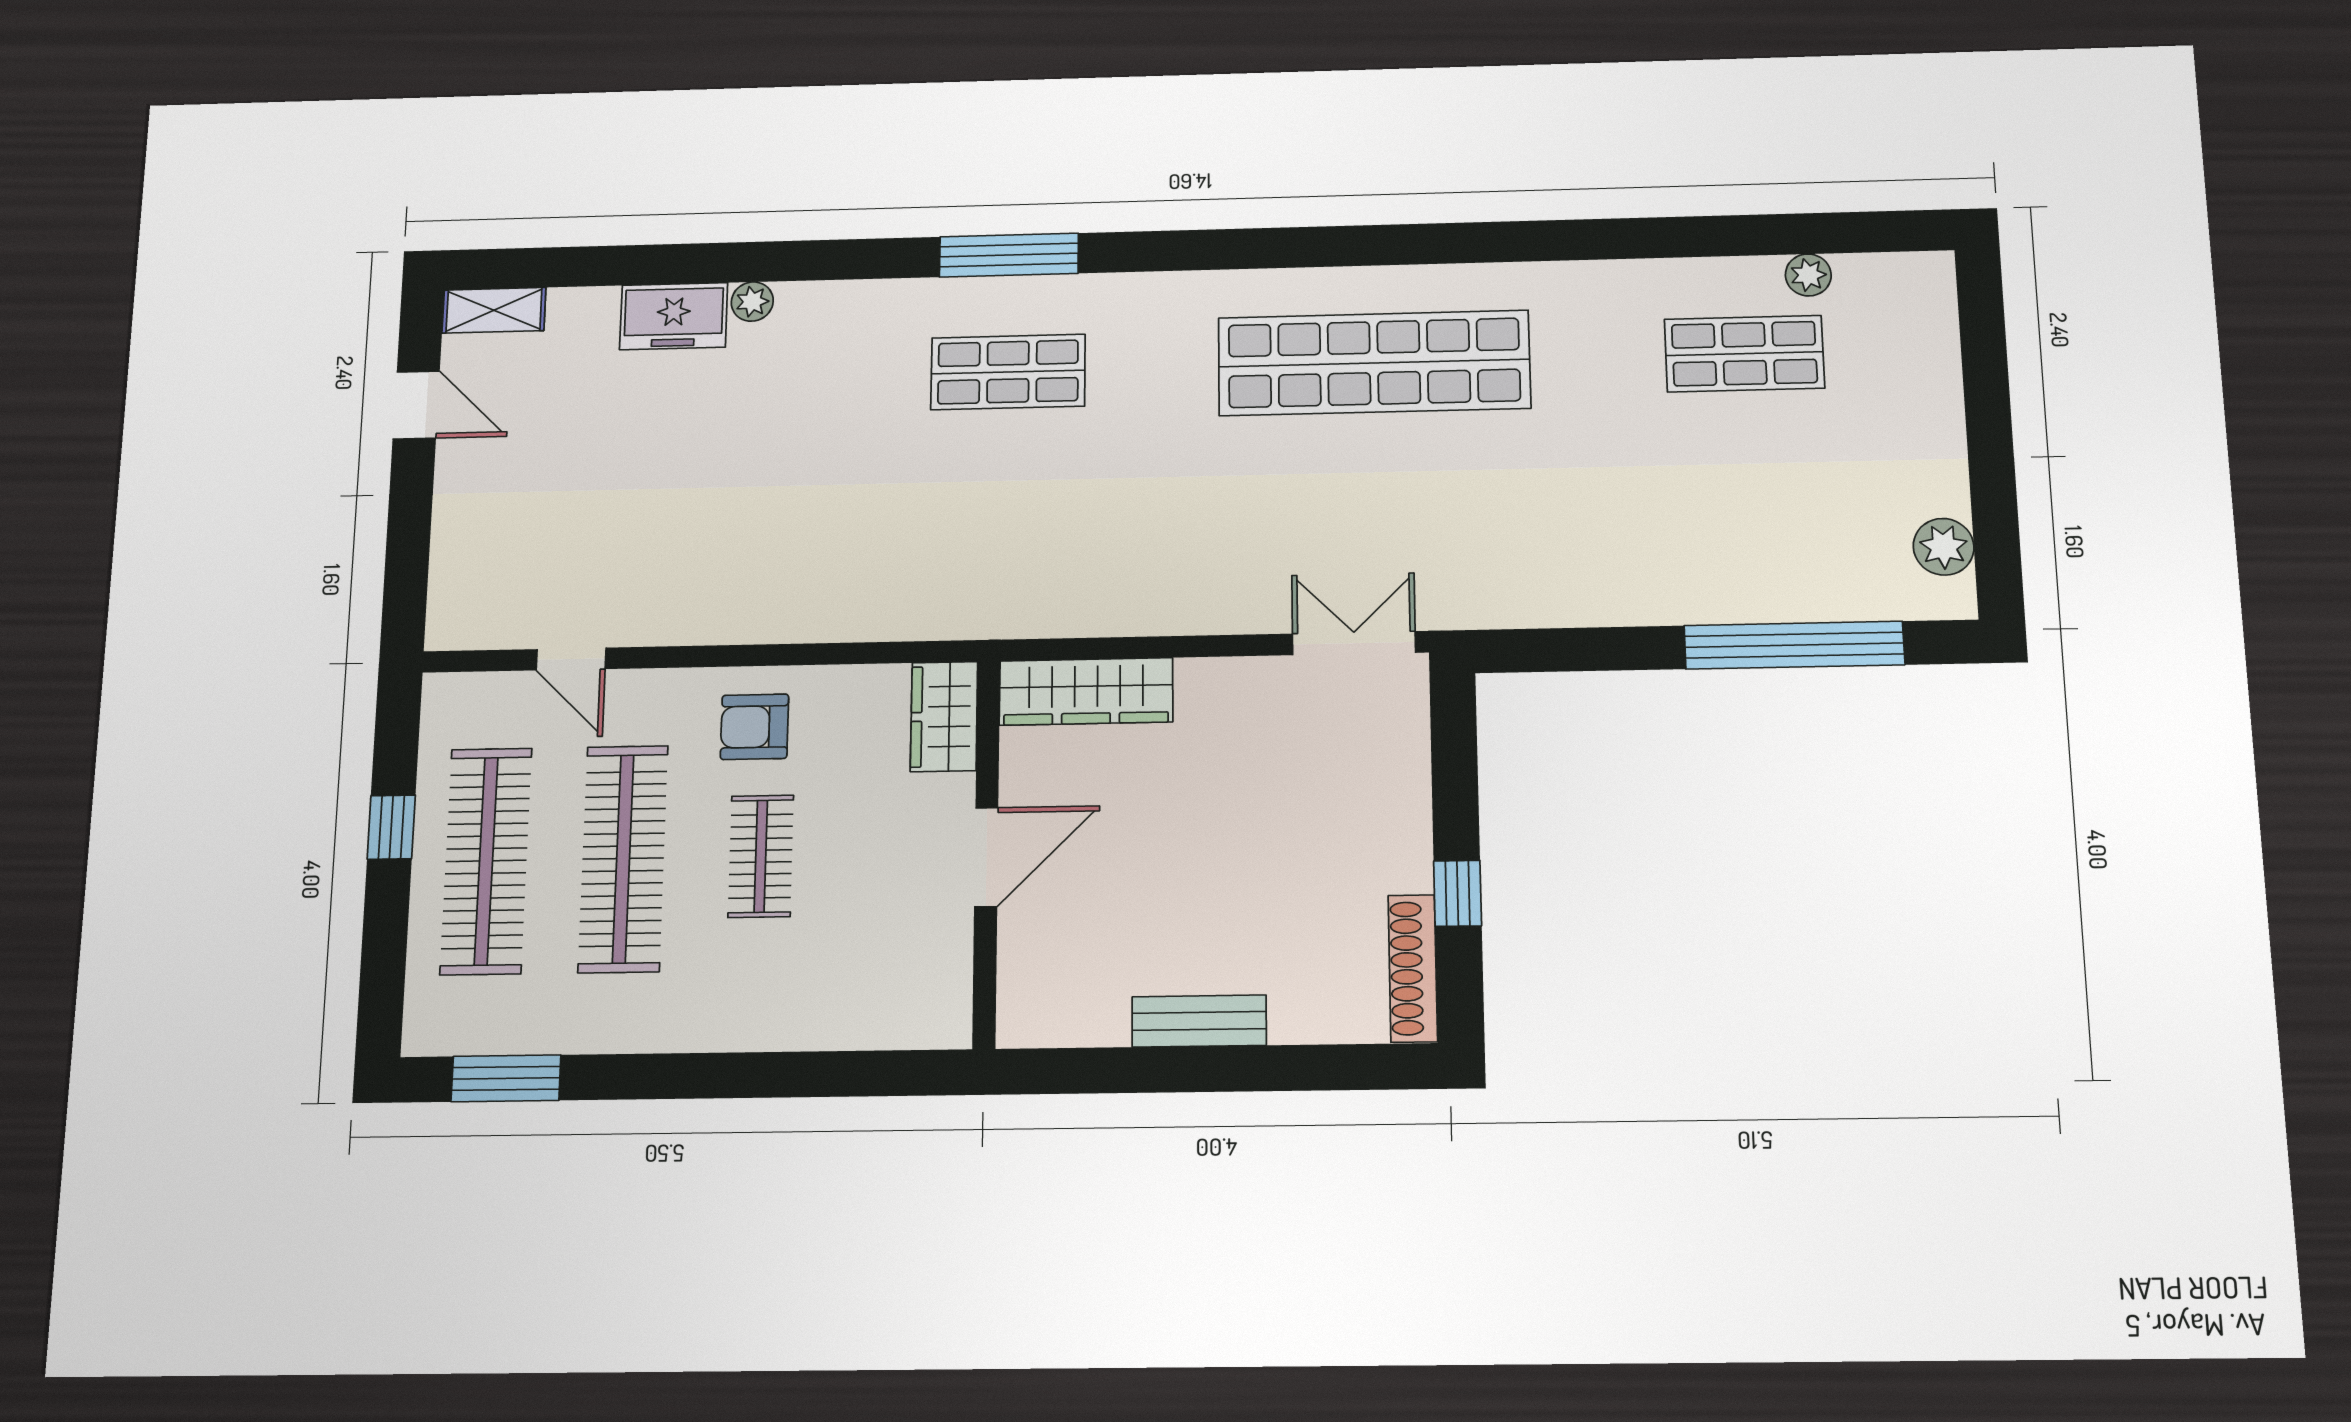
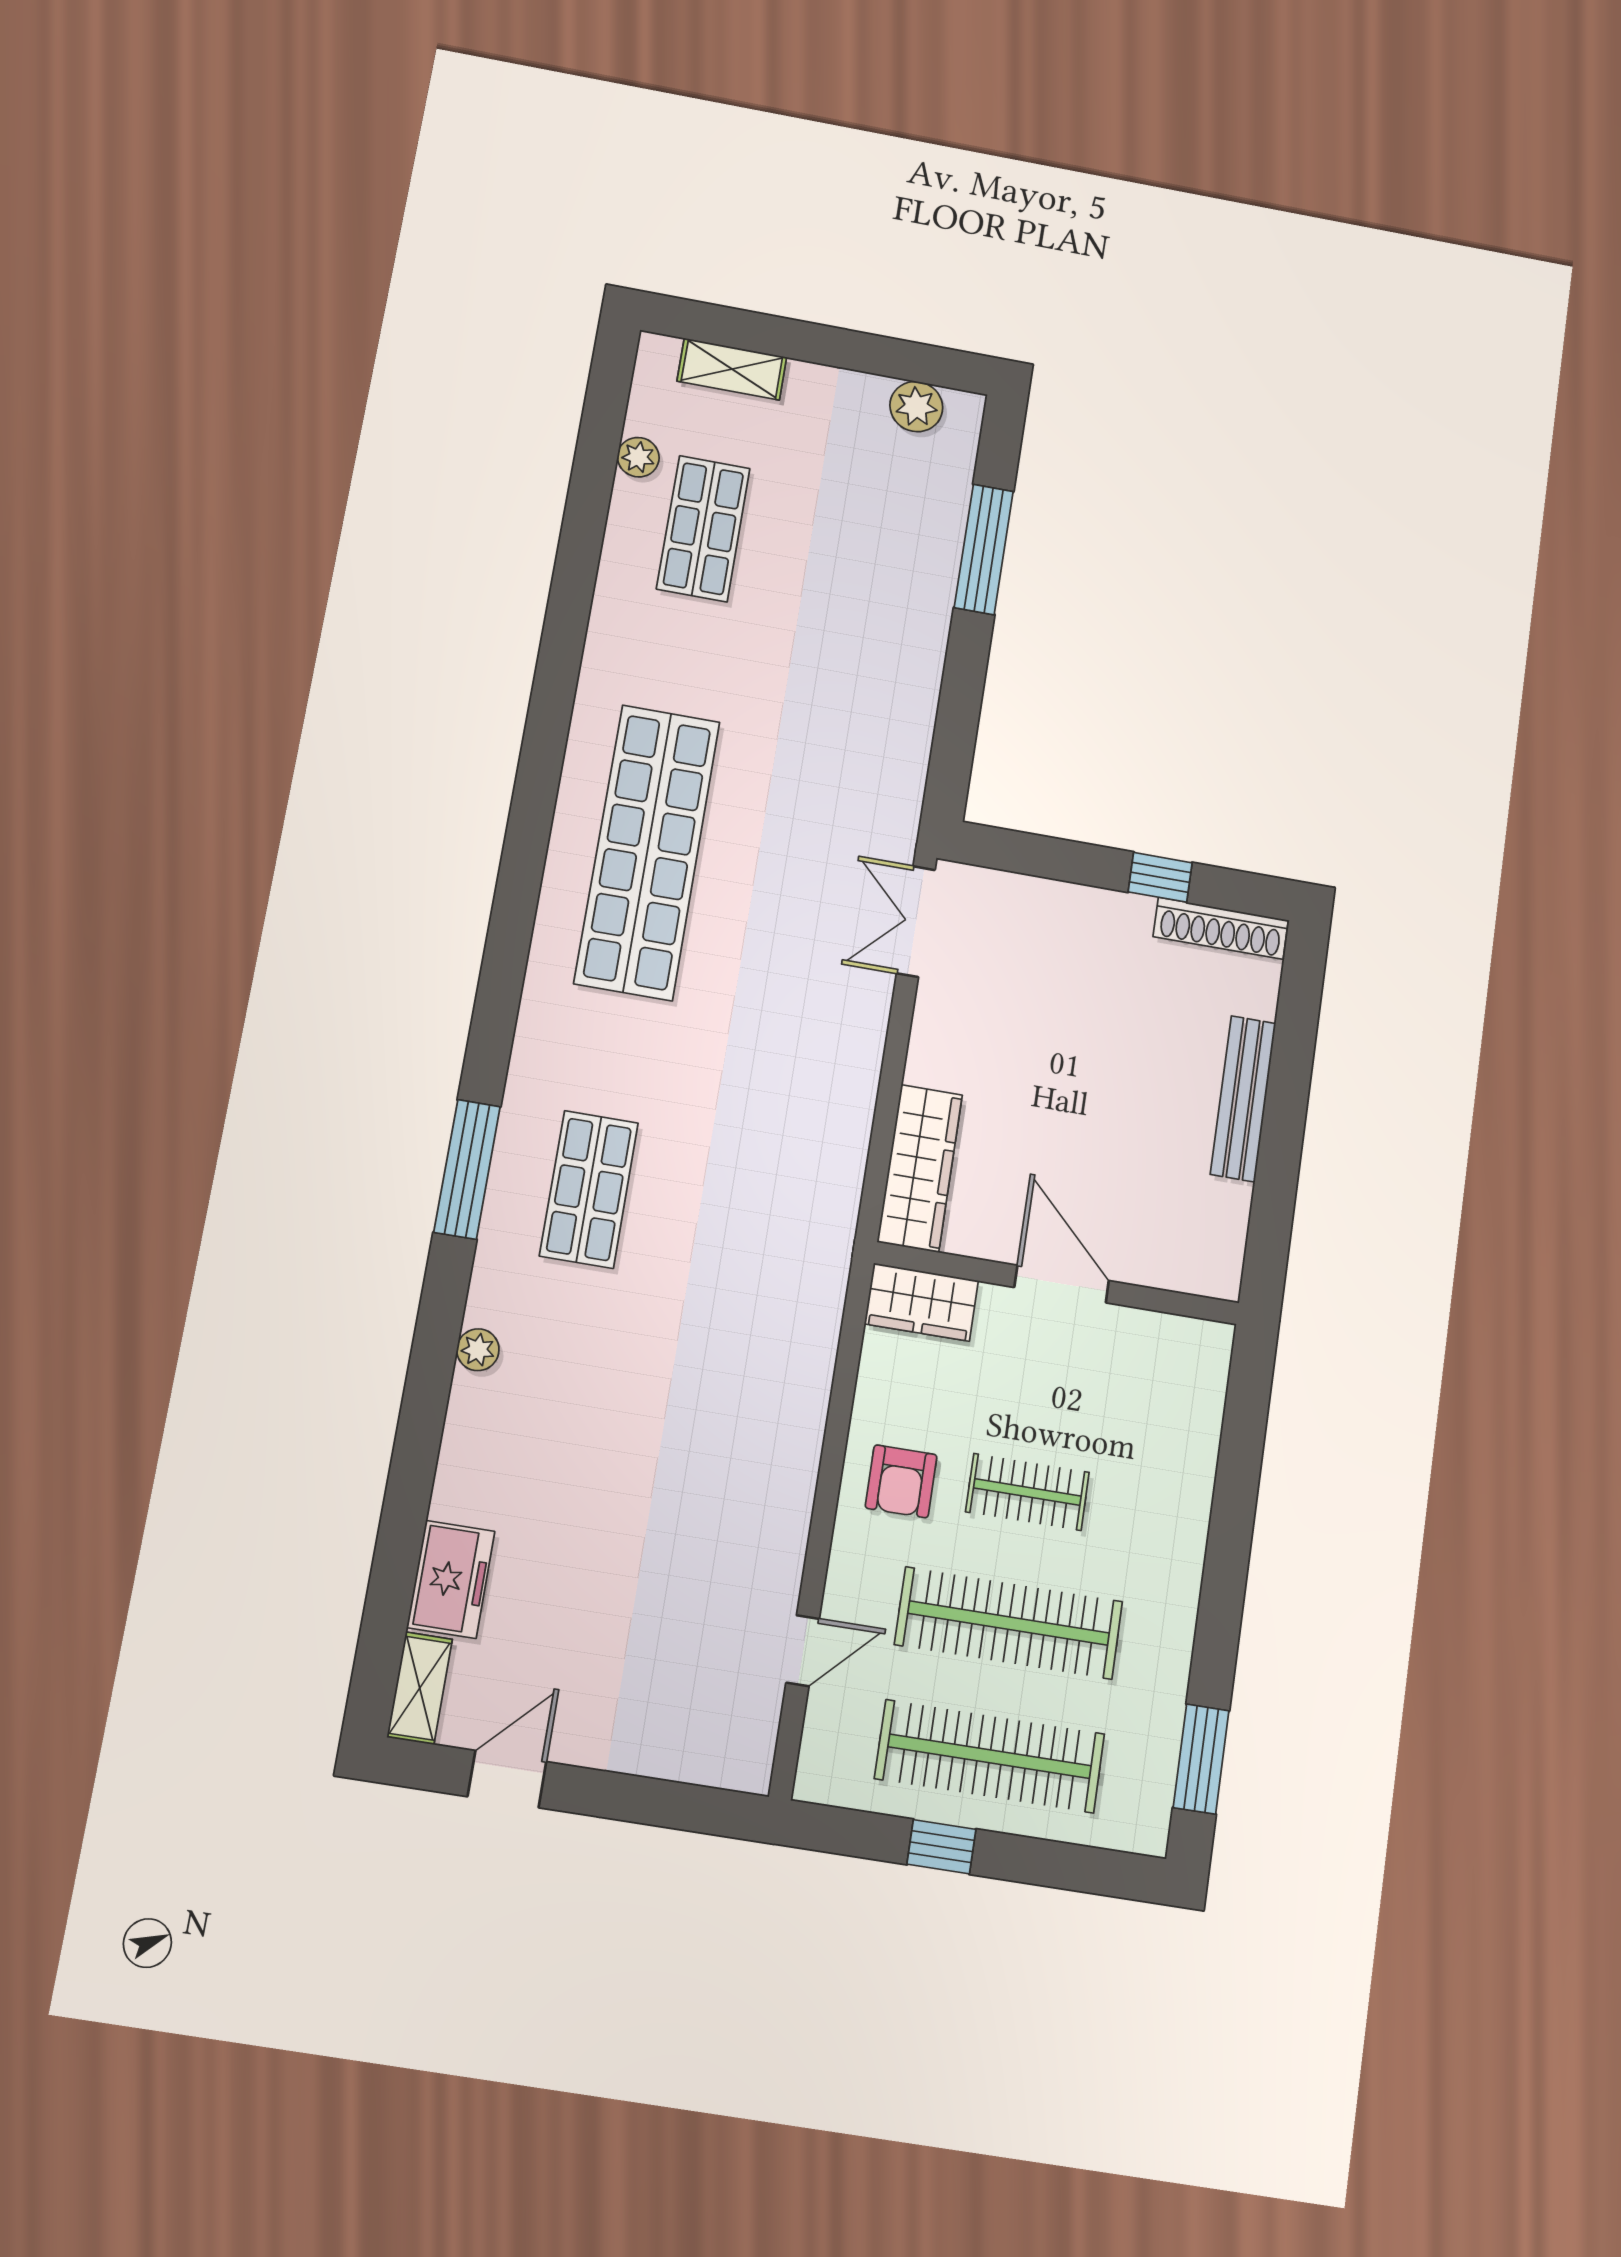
plant: (752, 302) -> (478, 1350), moved
freezer: (674, 316) -> (451, 1579), moved
shelving: (1935, 350) -> (732, 369), added
window: (1794, 645) -> (984, 549), width x0.68
bench: (1199, 1021) -> (1243, 1099), width x1.36

